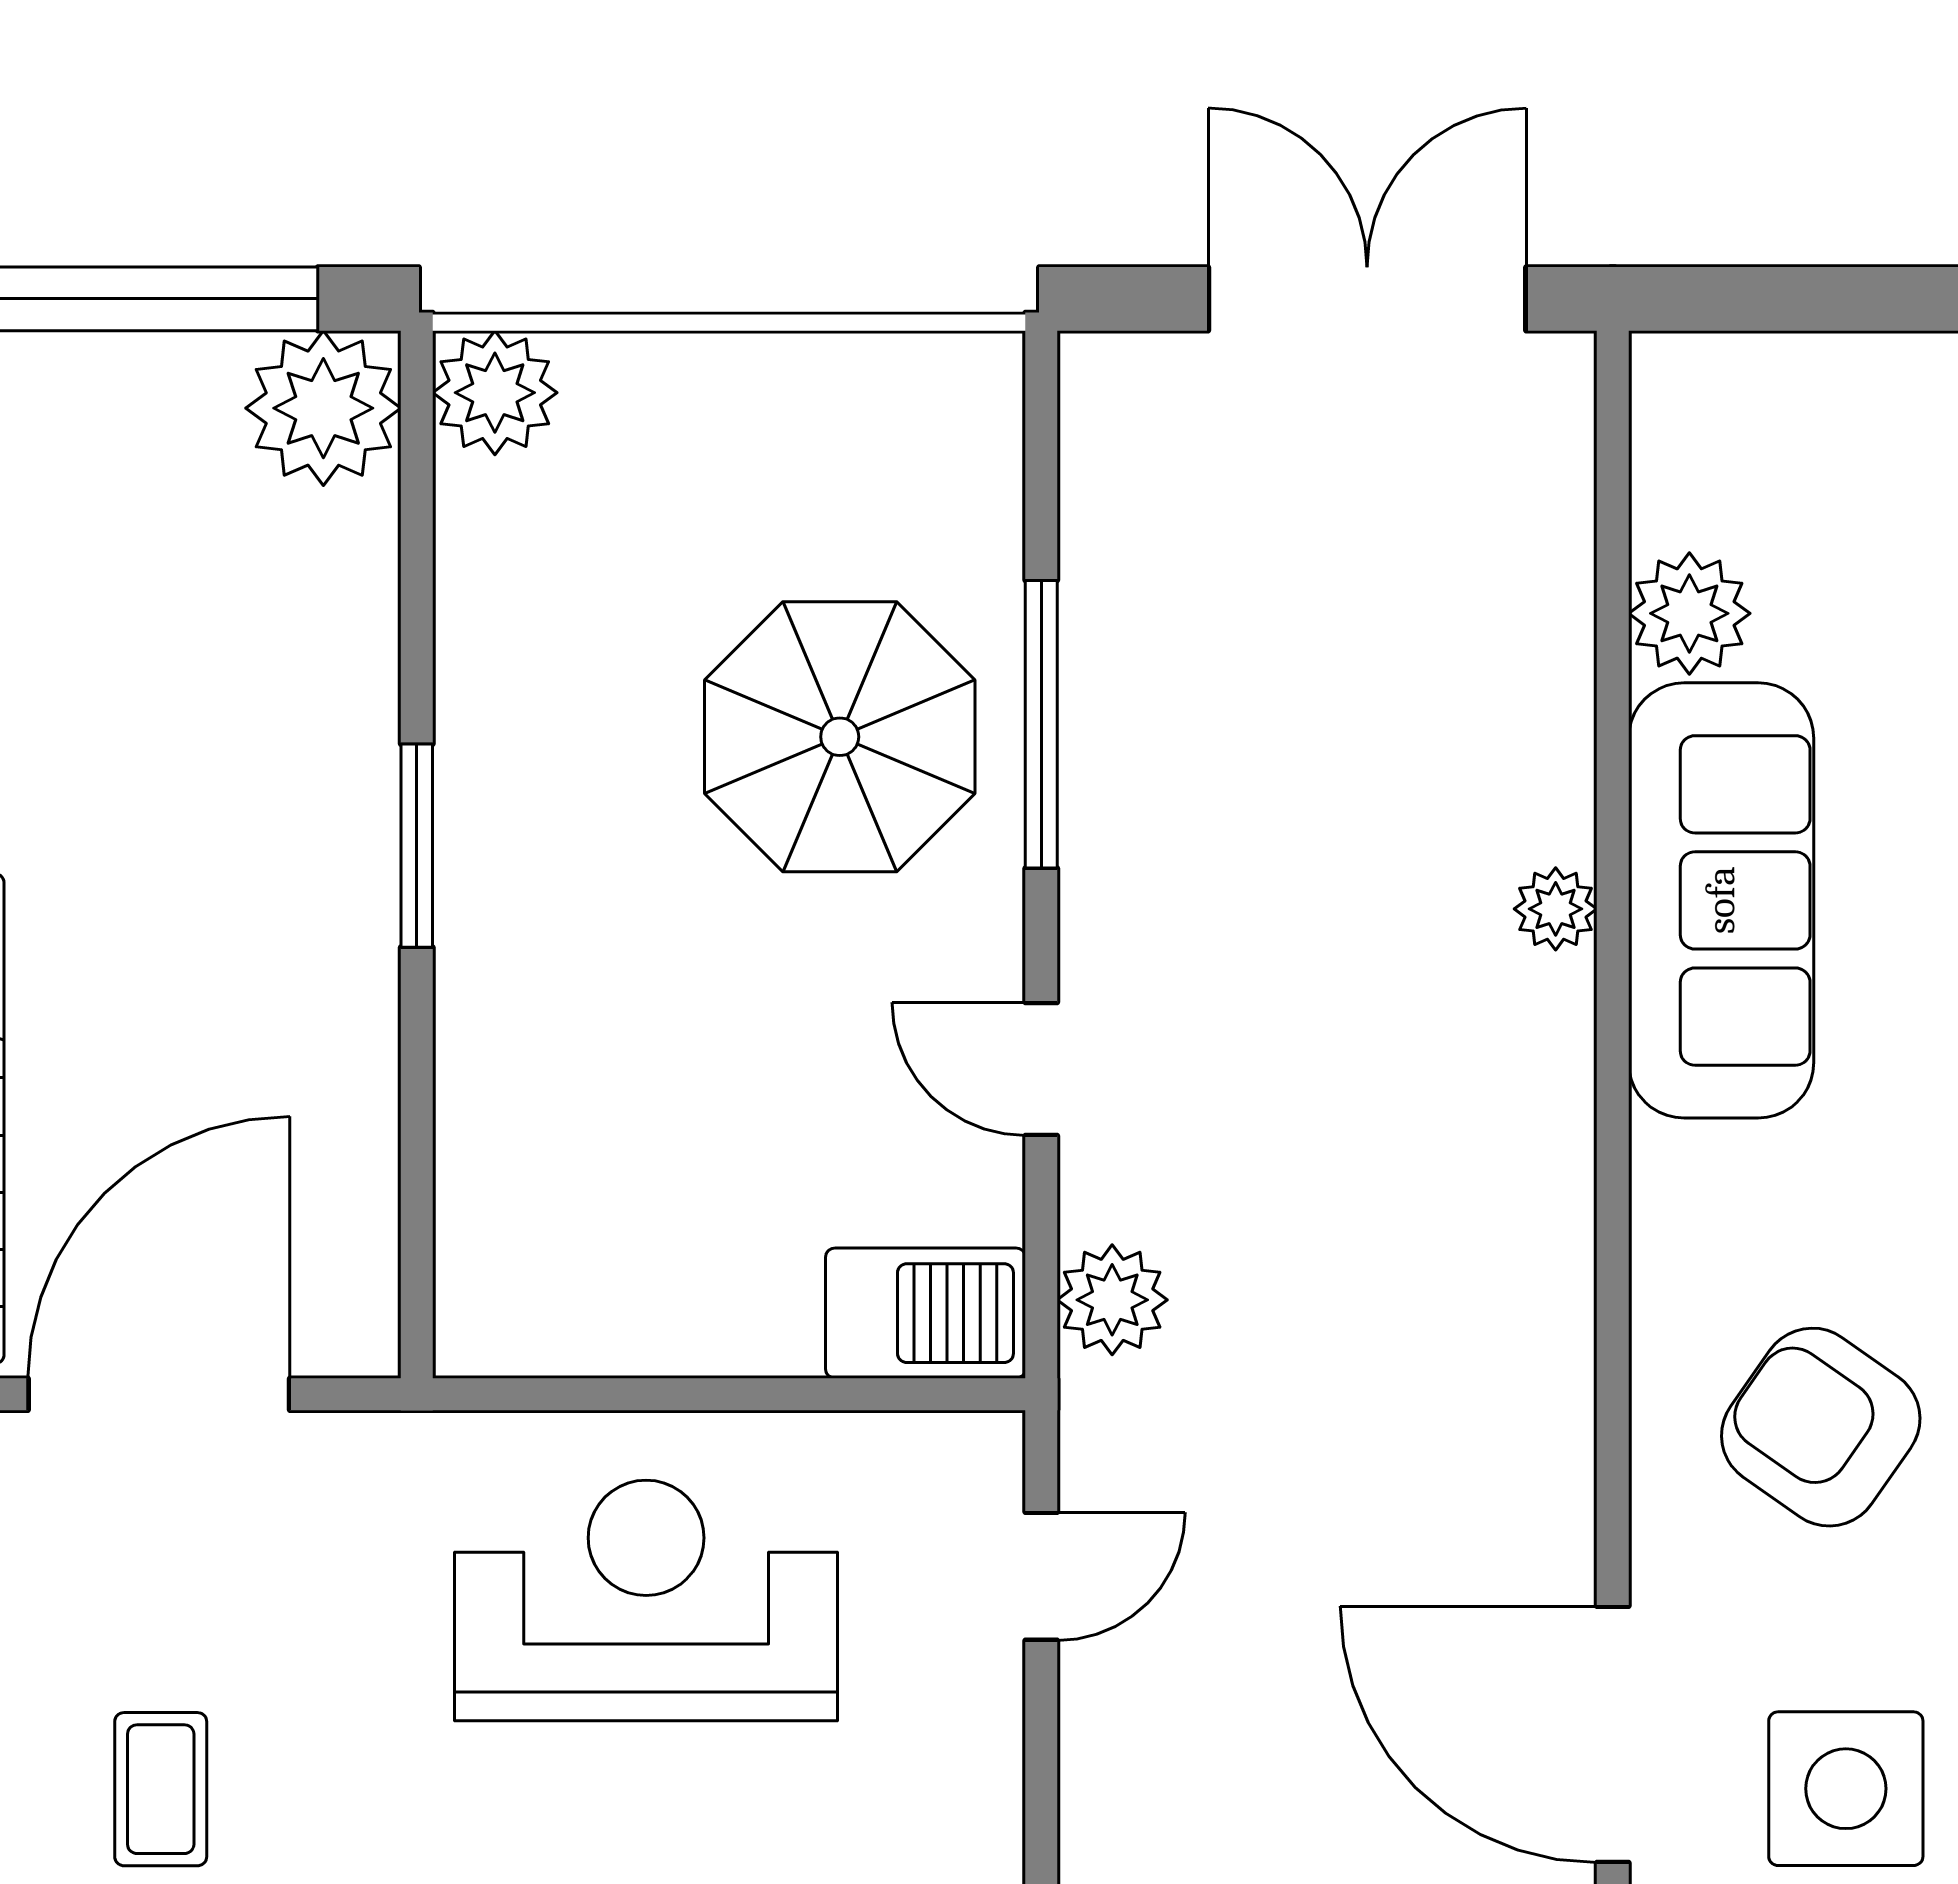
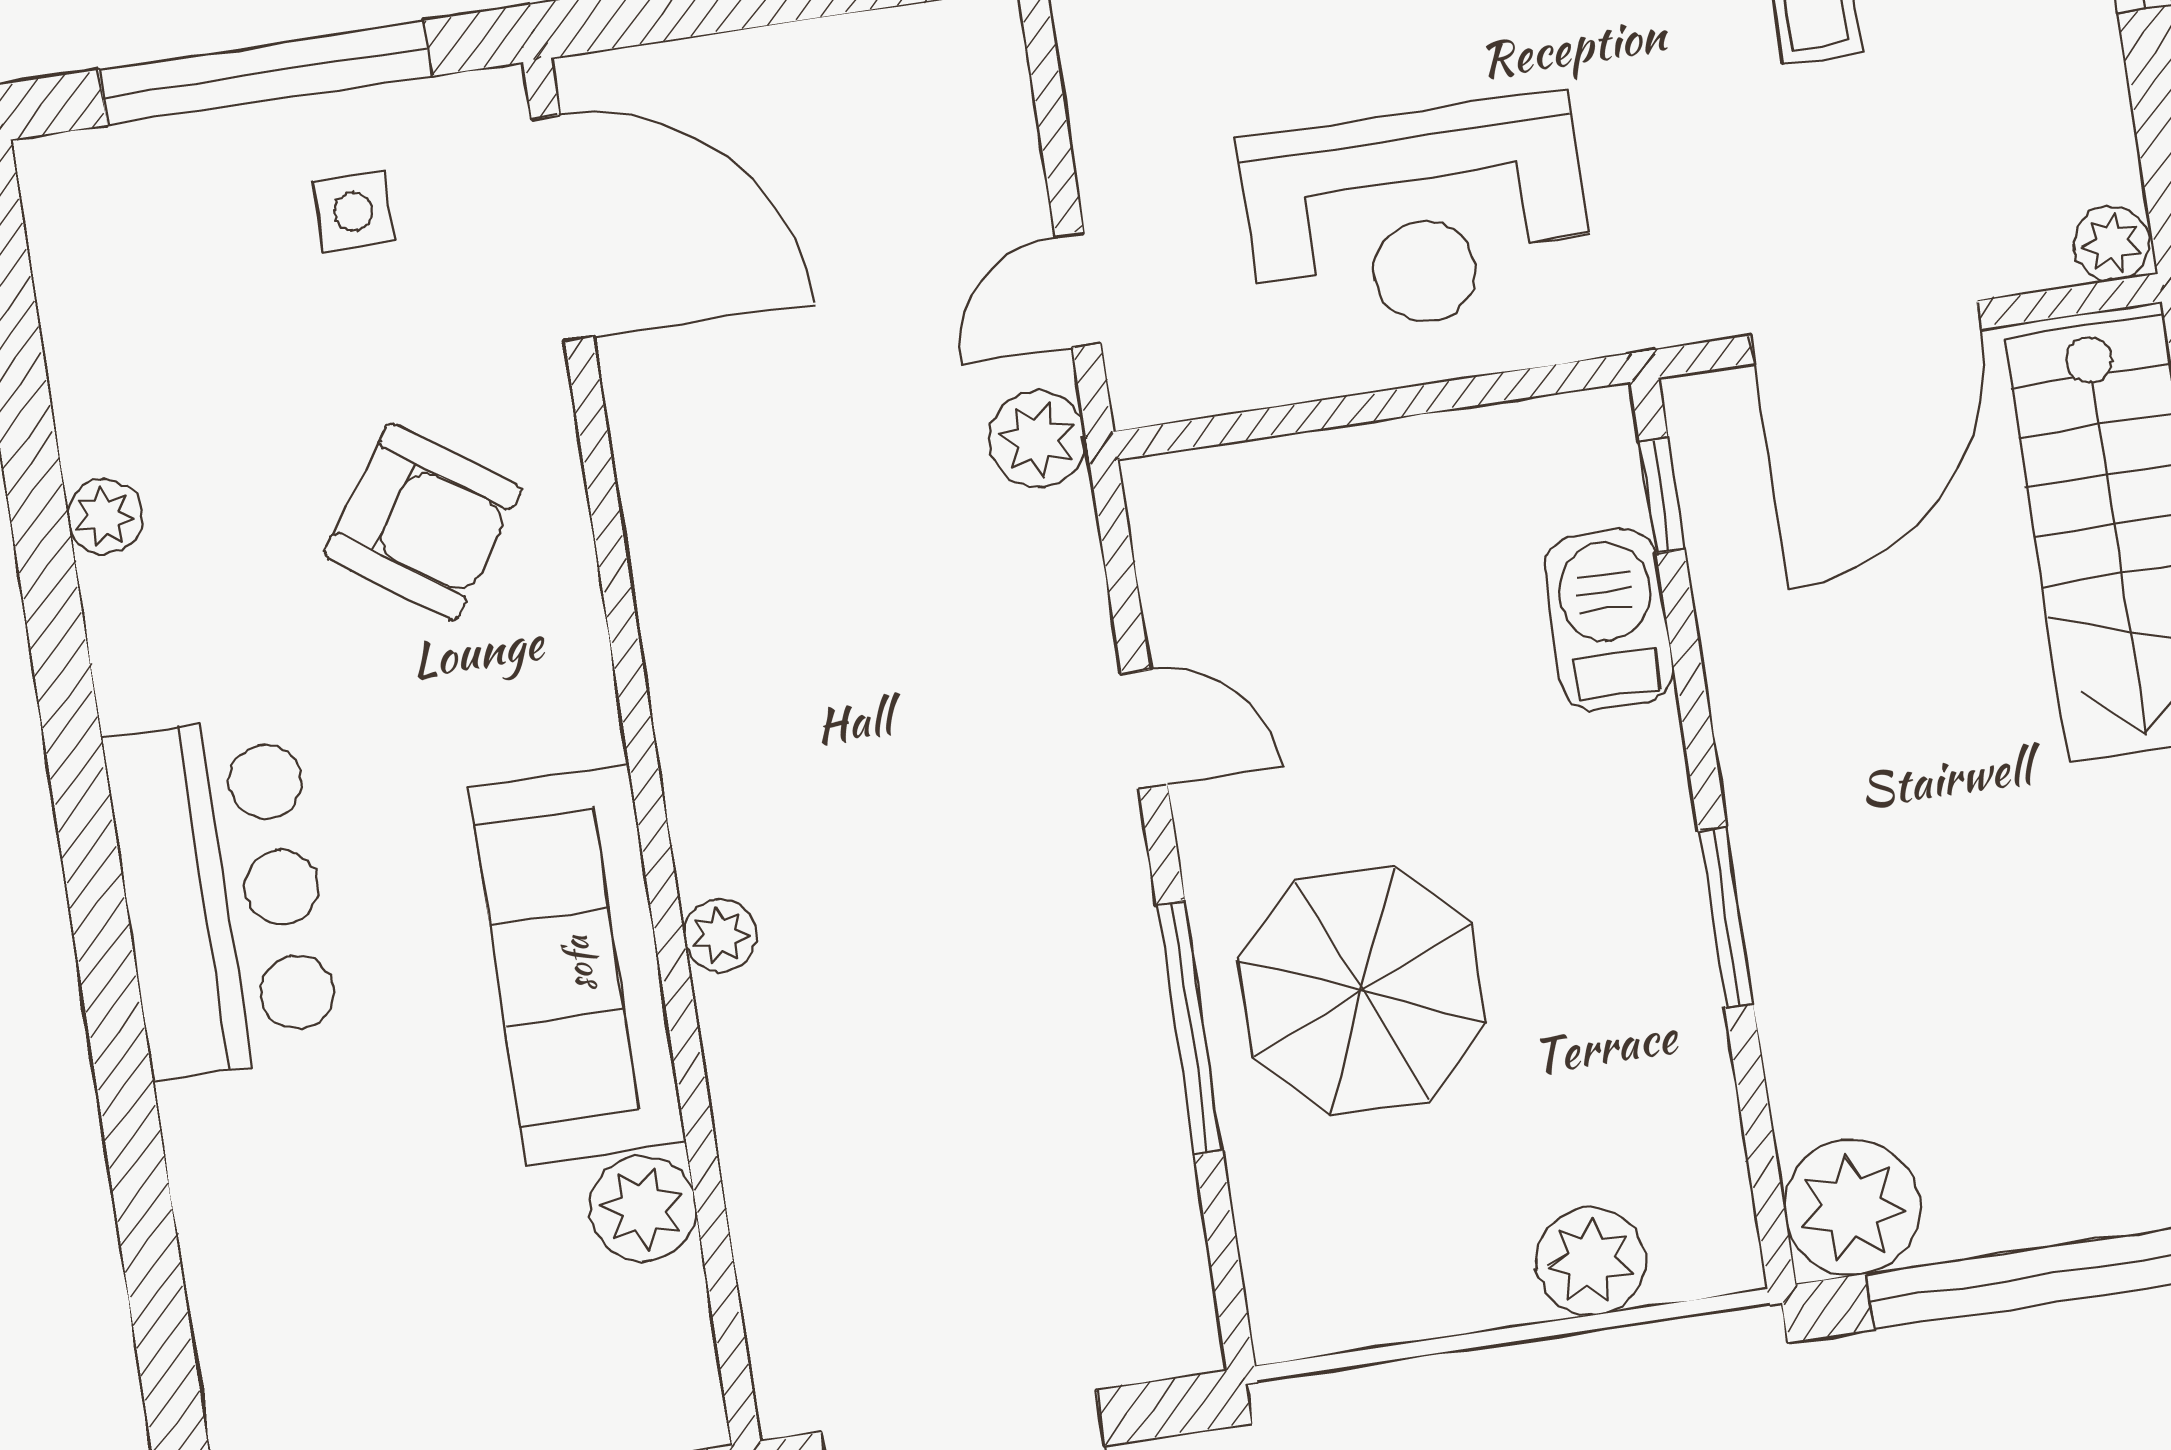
plant: (495, 393) -> (1591, 1261), moved
window: (417, 846) -> (1726, 917), moved
window: (417, 1244) -> (1662, 496), added
plant: (1112, 1300) -> (1038, 439), moved
barbecue: (926, 1313) -> (1609, 619), moved, turned 90
side table: (1846, 1789) -> (353, 212), width x0.54, depth x0.54

